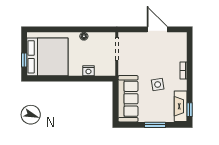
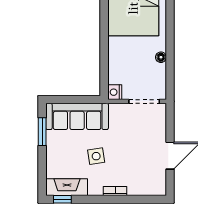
nightstand: (88, 71) -> (115, 92), moved
window: (155, 125) -> (42, 132), moved

